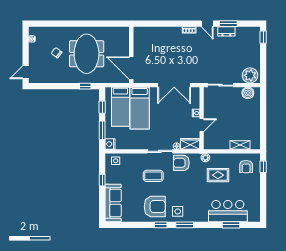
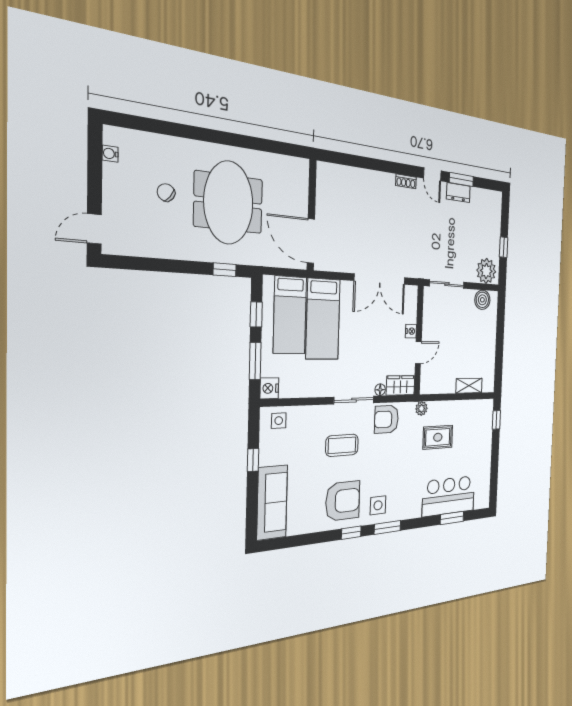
window: (263, 37) -> (504, 247), moved
armchair: (246, 167) -> (475, 421), removed

